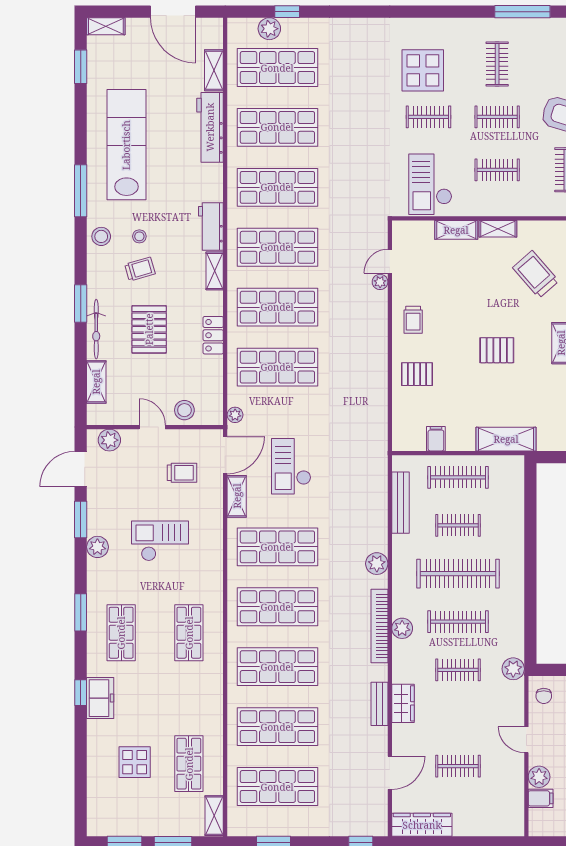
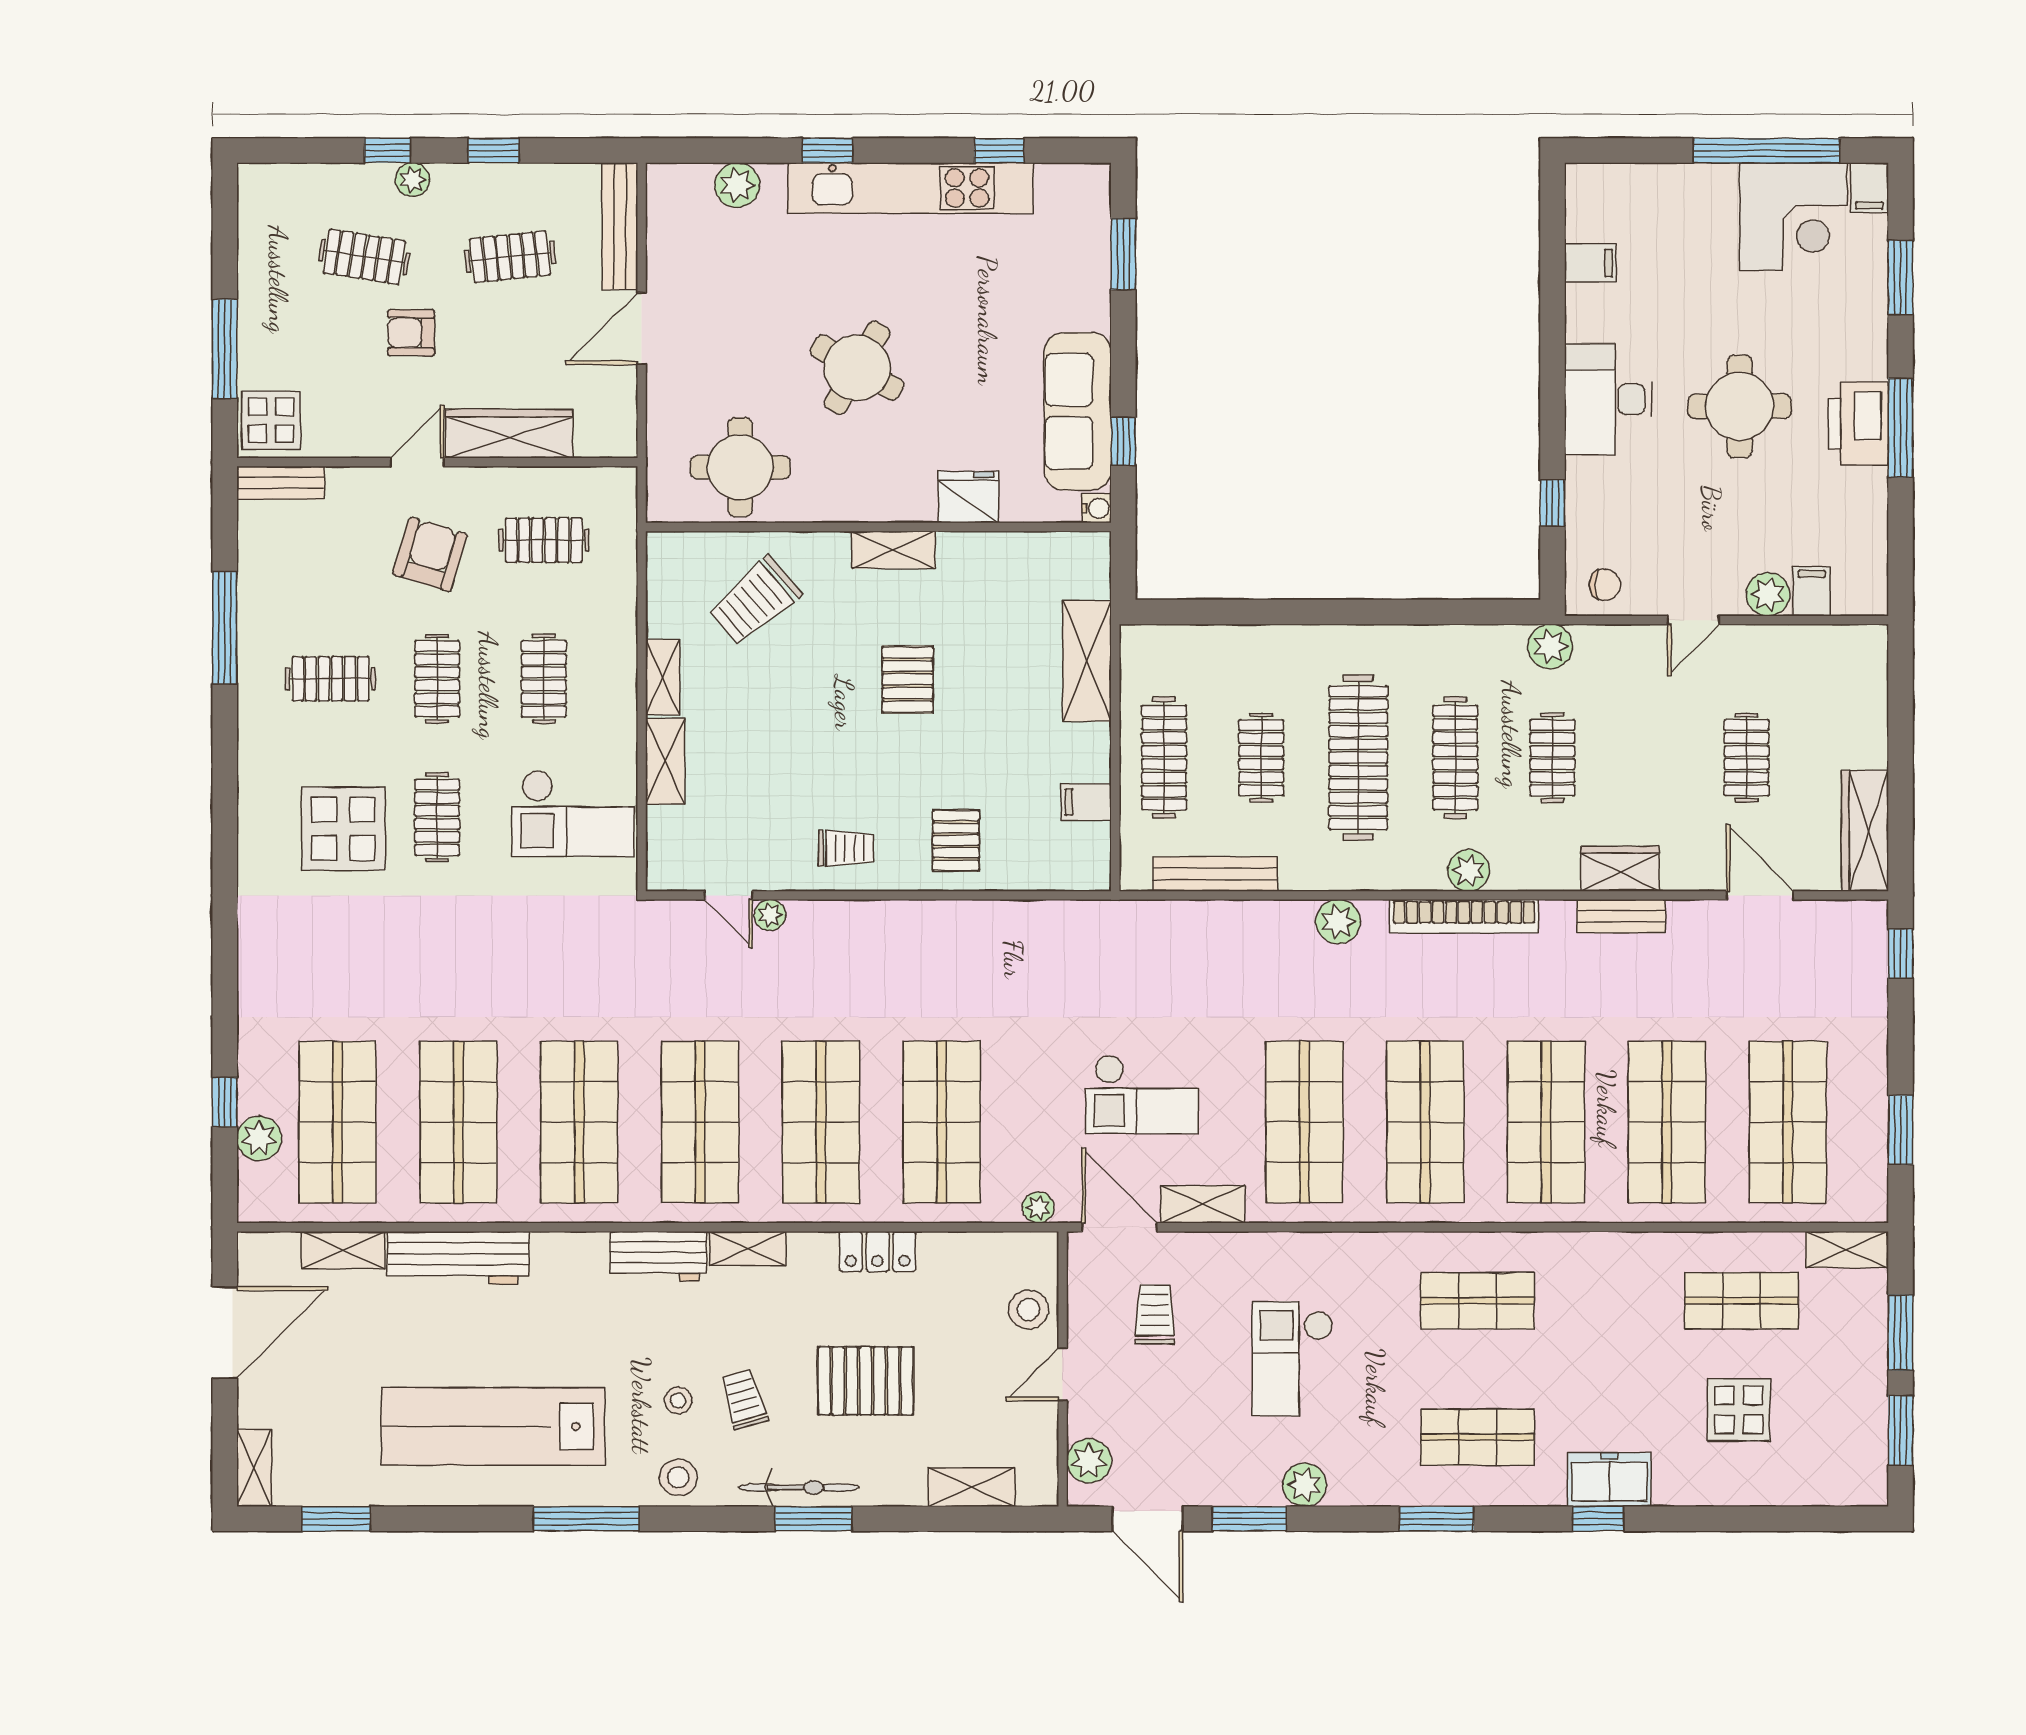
bicycle: (96, 329) -> (799, 1487), moved

